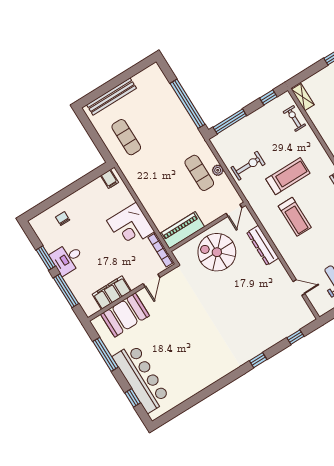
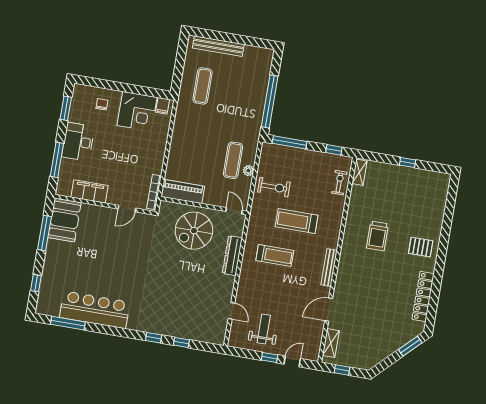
treadmill: (288, 176) -> (297, 221), turned 180
door: (234, 210) -> (234, 211), swing flipped
treadmill: (295, 217) -> (275, 255), turned -90
corner desk: (131, 226) -> (137, 111), moved, turned -90
spiral stairs: (217, 252) -> (194, 231), turned -90
window: (46, 258) -> (66, 108), moved
desk: (67, 259) -> (78, 142), width x1.37
booth: (125, 315) -> (64, 220), moved, turned 90
window: (295, 337) -> (181, 342), moved
bar counter: (141, 378) -> (95, 310), moved, turned -90
window: (184, 407) -> (68, 323), added

